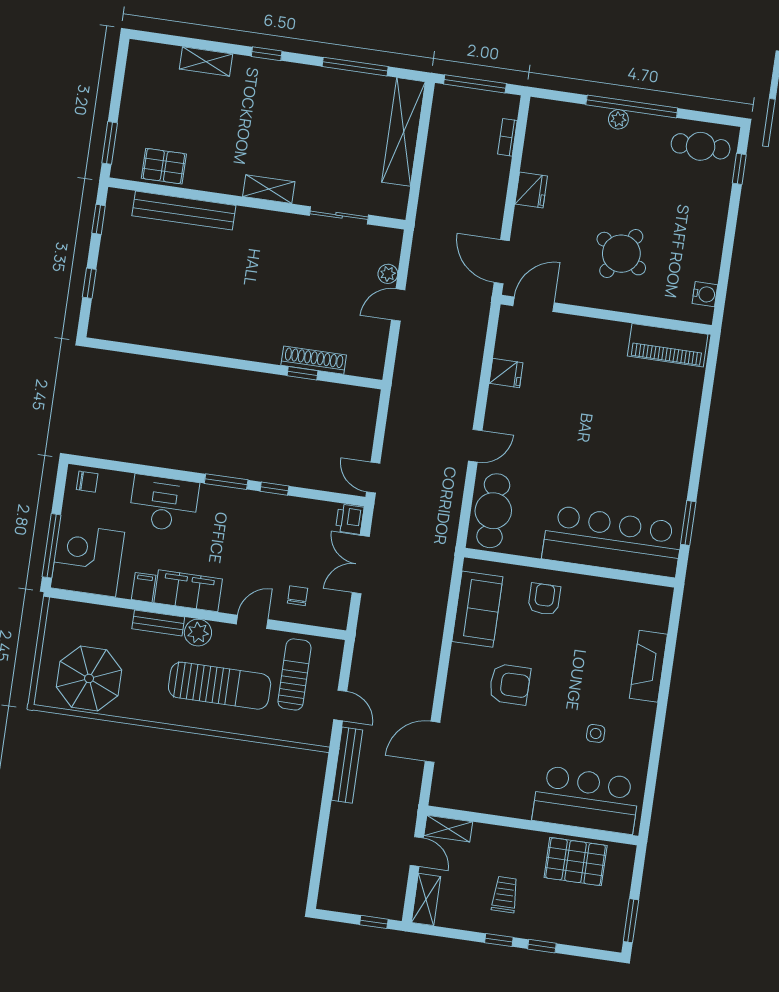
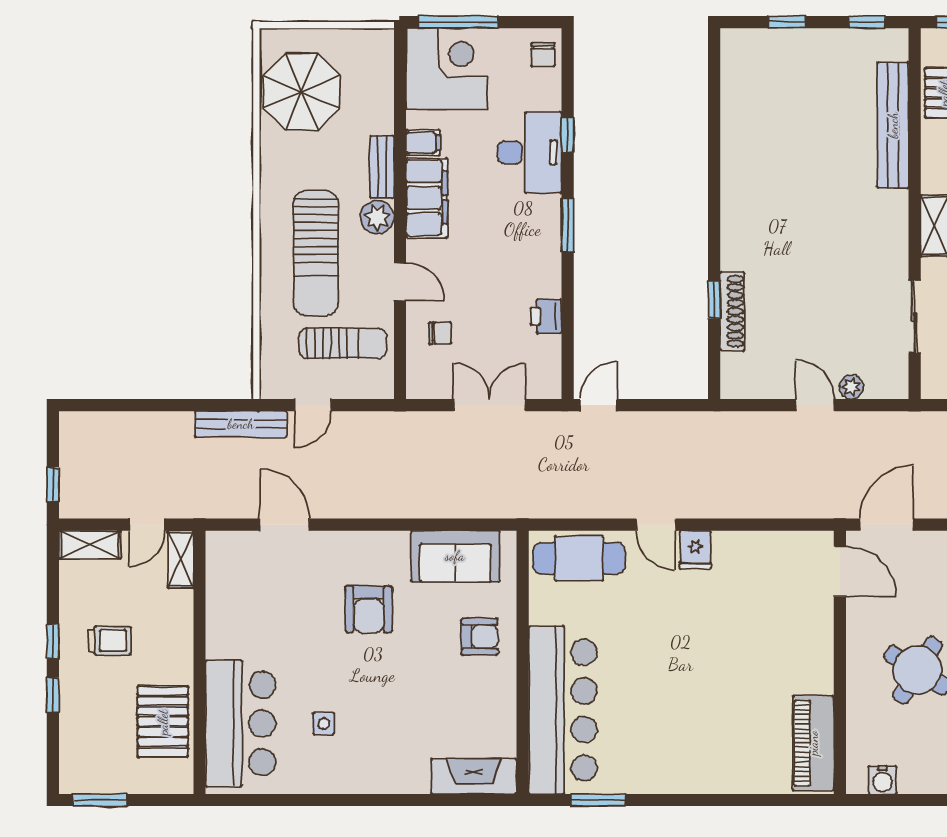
fridge: (506, 373) -> (695, 550), moved
window: (274, 489) -> (568, 135), moved
printer: (350, 519) -> (546, 316), moved, turned -90
fireplace: (648, 666) -> (474, 776), moved

